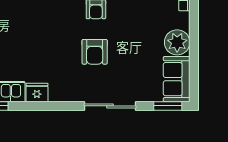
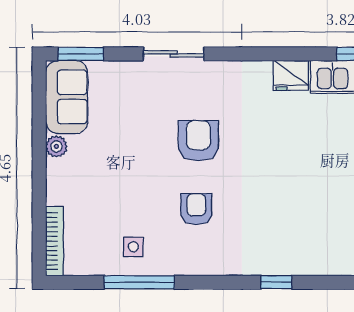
plant: (177, 42) -> (56, 146), width x0.53, depth x0.53
sliding door: (110, 106) -> (174, 54), width x0.73

